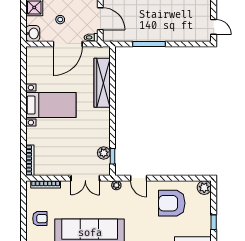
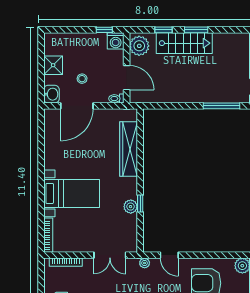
door: (68, 44) -> (77, 106), moved
window: (149, 44) -> (222, 106), moved
bed with nightstands: (51, 105) -> (72, 193), moved
plant: (104, 153) -> (131, 207), moved
window: (112, 156) -> (140, 203), moved

